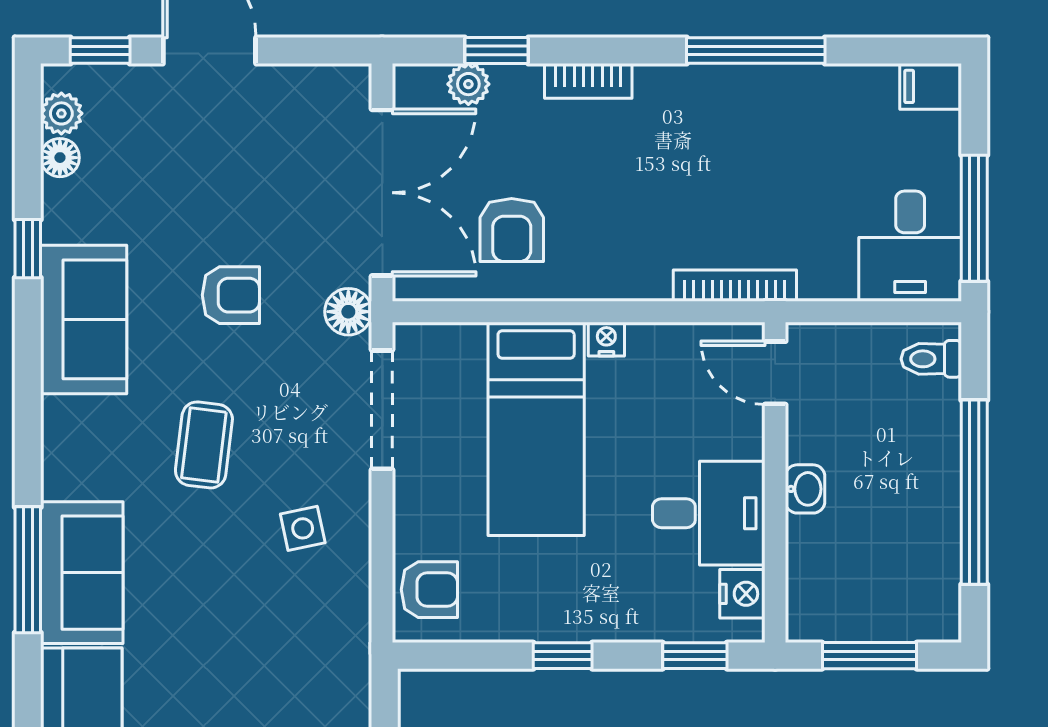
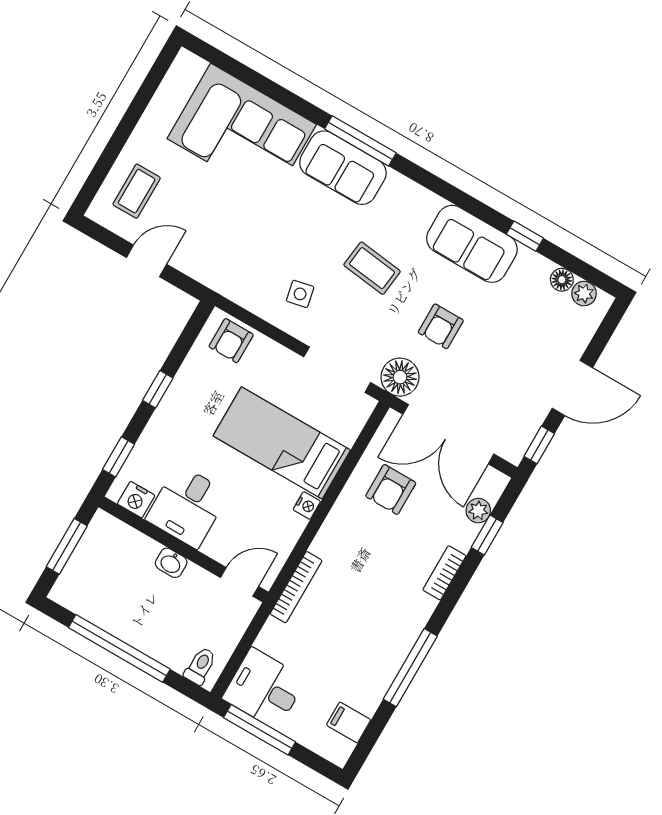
window: (100, 51) -> (539, 445), moved
filing cabinet: (931, 86) -> (349, 722), moved, turned -90
armchair: (512, 230) -> (391, 489), turned -90
floor lamp: (348, 312) -> (400, 377), width x1.38, depth x1.38

